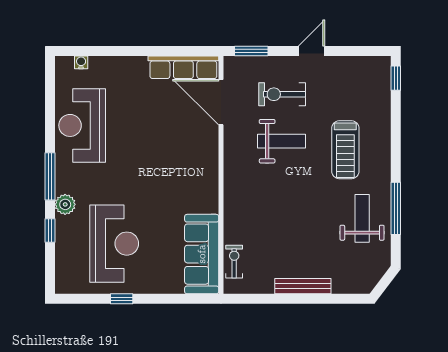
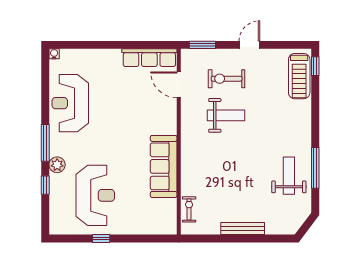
water cooler: (81, 62) -> (54, 54), moved
door: (221, 102) -> (179, 85), width x0.73
treadmill: (345, 150) -> (299, 76), moved
sofa: (202, 254) -> (164, 166), moved

